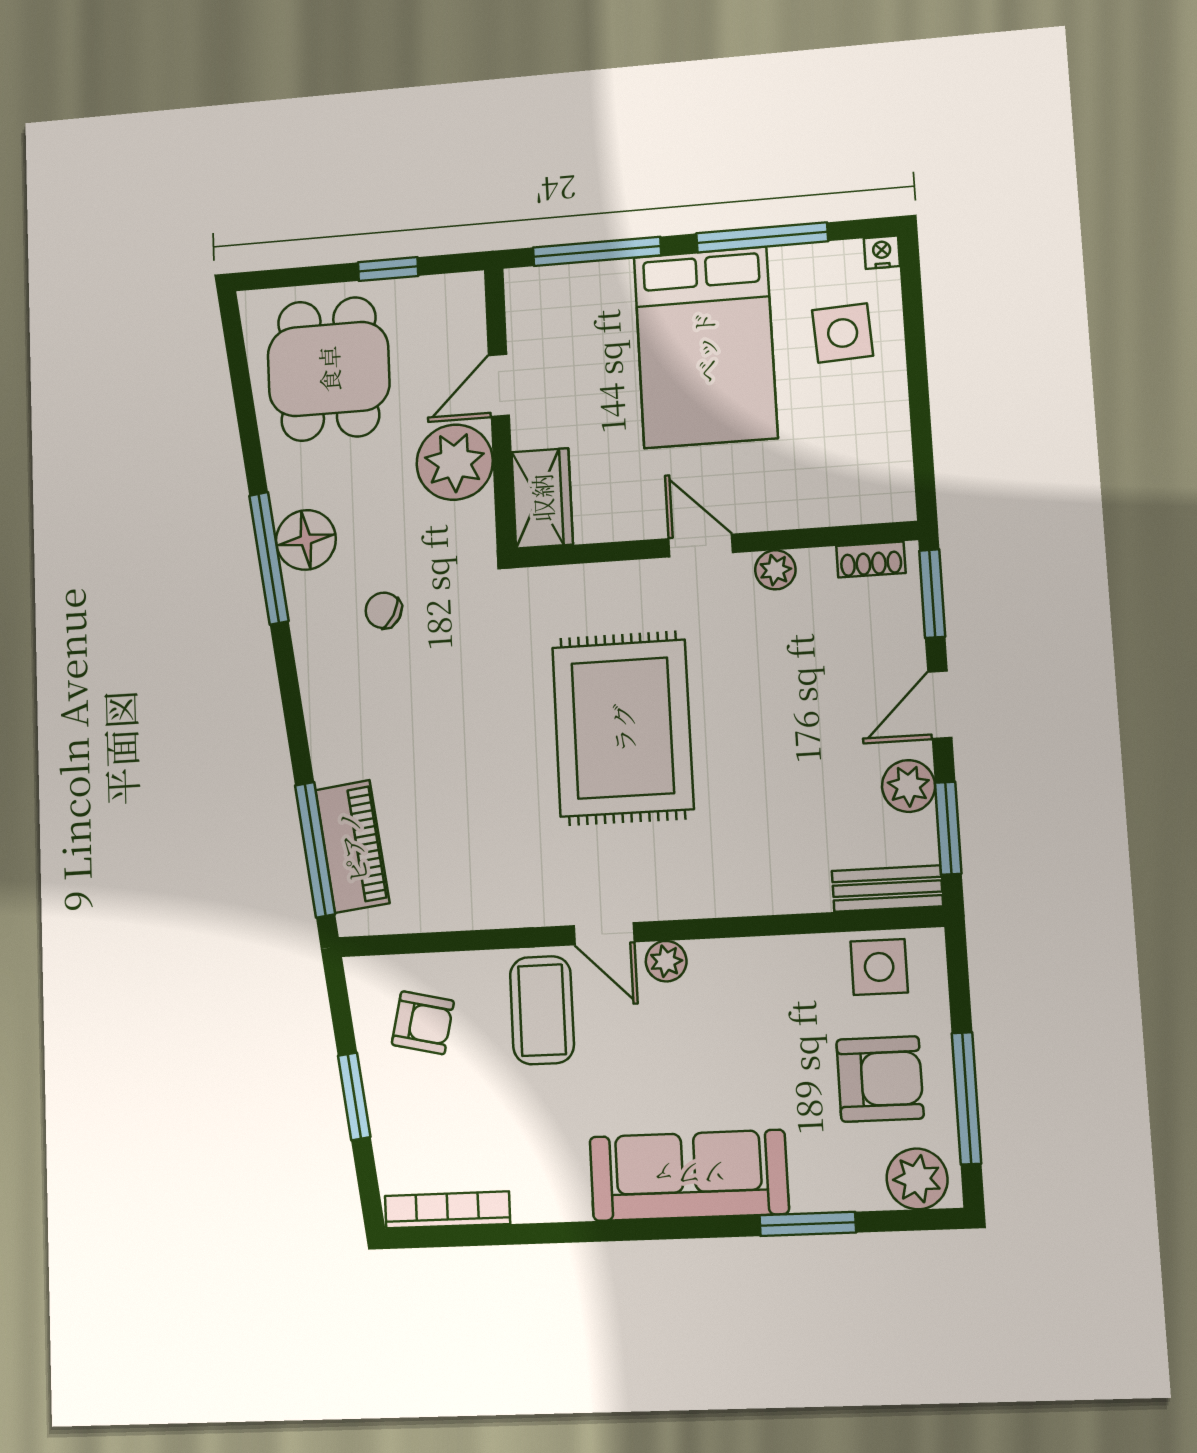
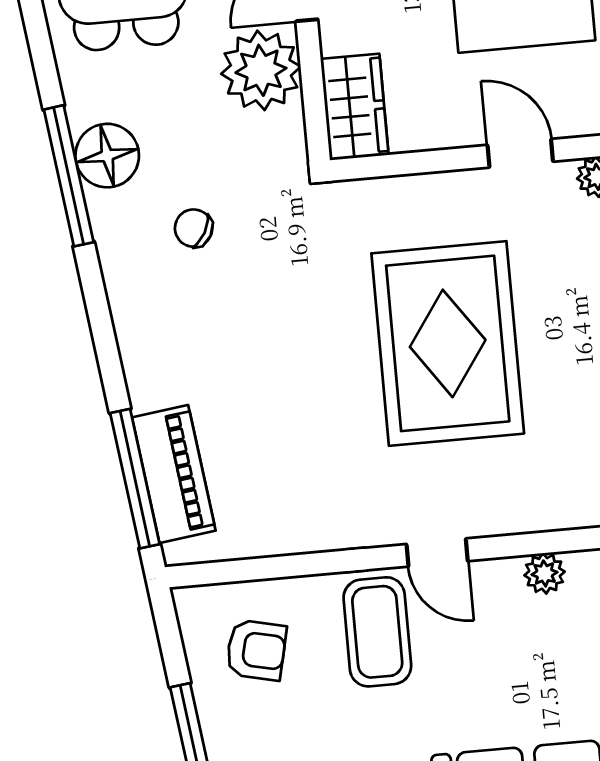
plant: (666, 961) -> (545, 573), moved

